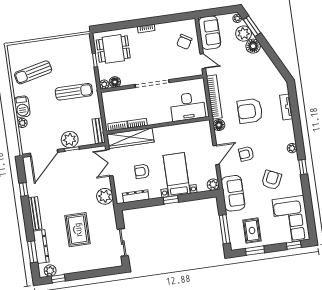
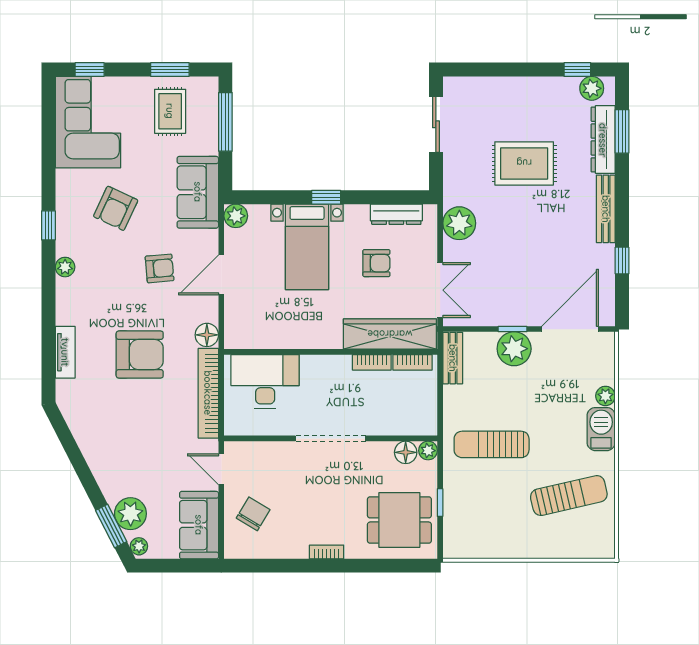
floor lamp: (253, 46) -> (115, 485), removed
rug: (78, 230) -> (524, 163), turned 90

